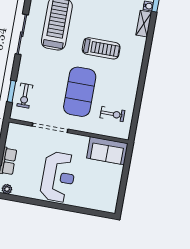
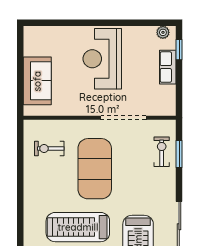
treadmill: (101, 48) -> (78, 227), width x1.37, depth x1.37
sofa: (107, 151) -> (37, 81), moved, turned 90

